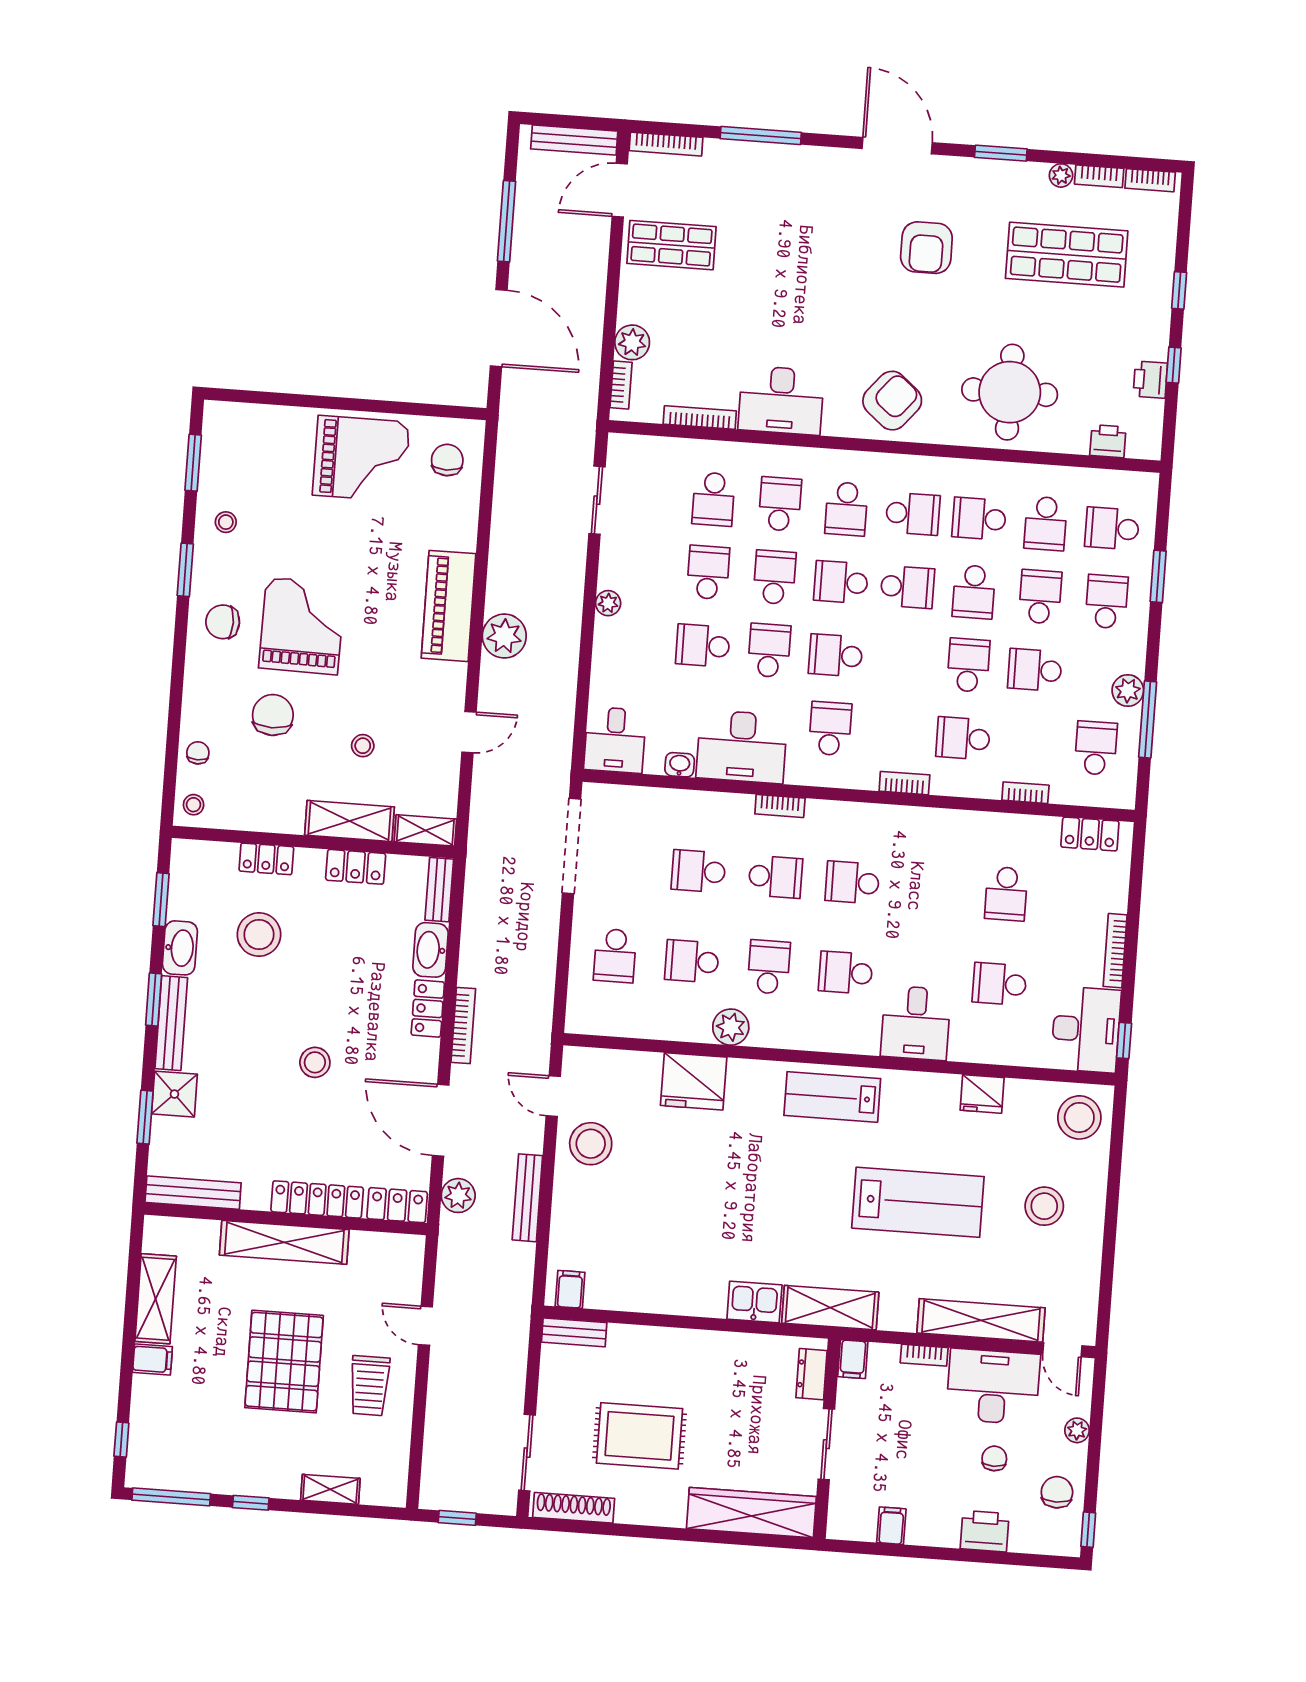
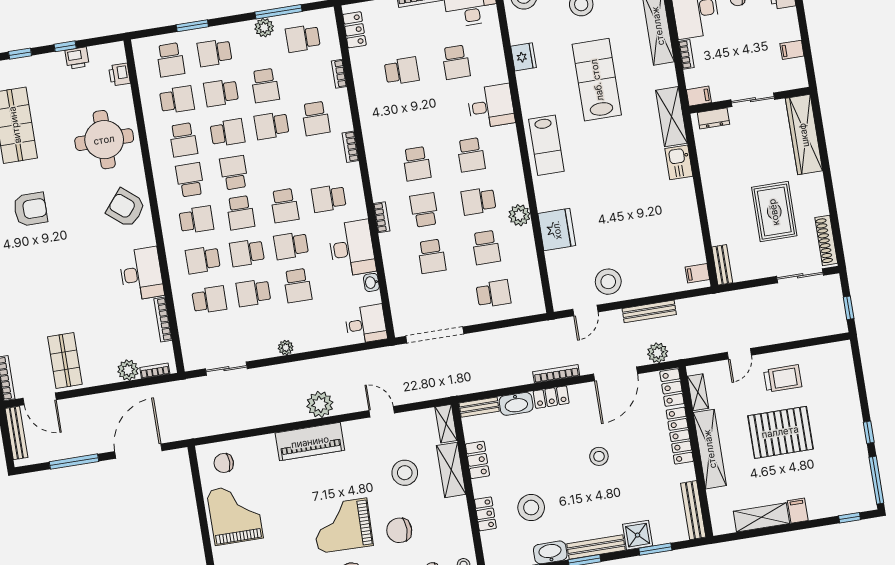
stool: (363, 746) -> (405, 473), width x1.89, depth x1.89
shelving: (330, 1489) -> (698, 392), moved

